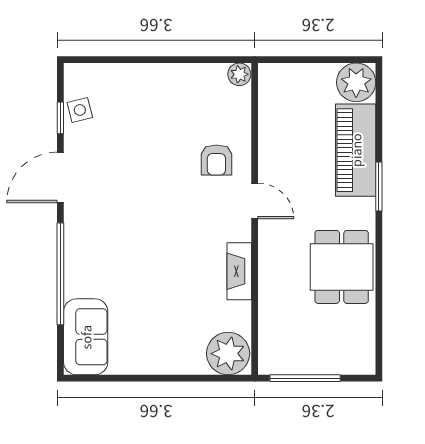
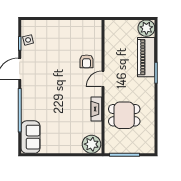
plant: (239, 74) -> (96, 25), removed
door: (255, 201) -> (103, 79), swing flipped
dining table: (342, 267) -> (124, 115), moved, turned 90

